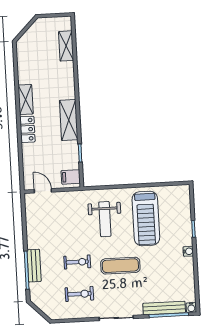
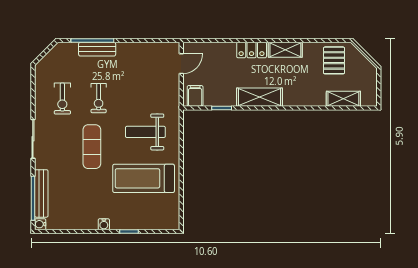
pallet: (33, 56) -> (334, 60), added

